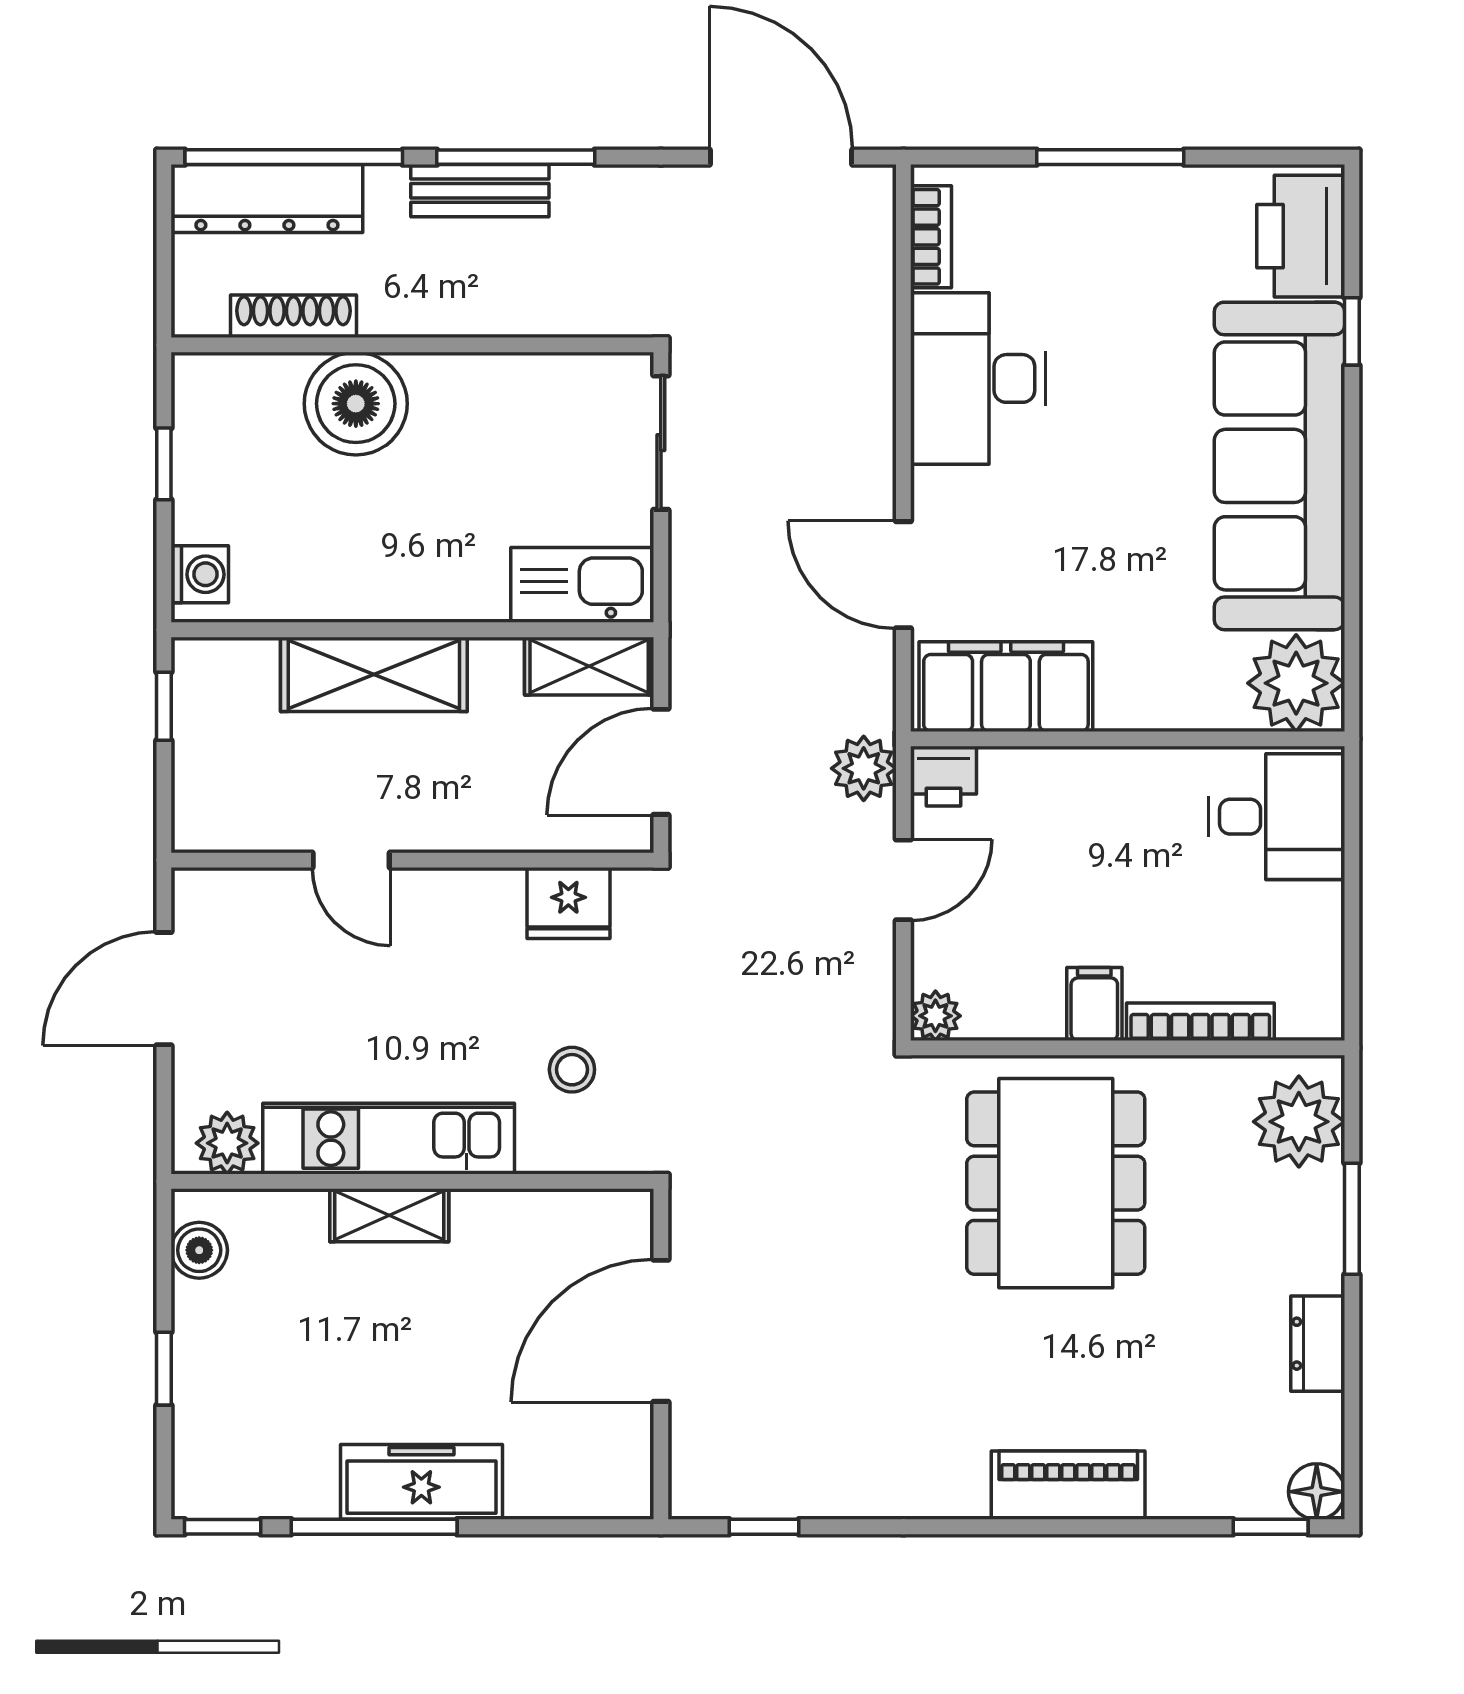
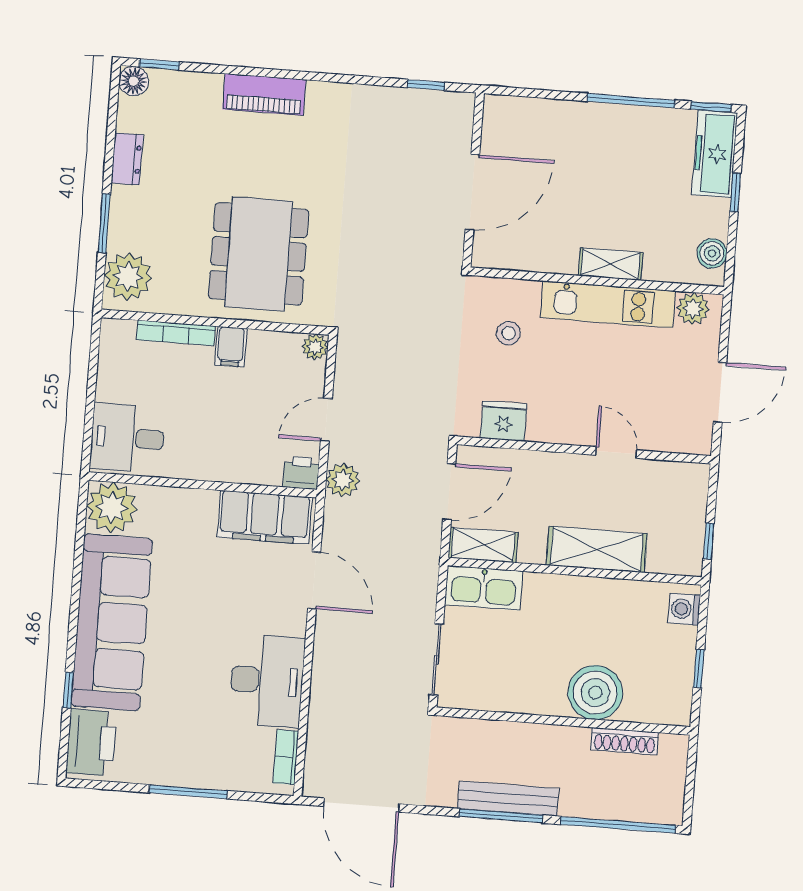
bench: (480, 191) -> (508, 799), width x1.36
dresser: (267, 198) -> (634, 804), removed
freezer: (421, 1482) -> (715, 154), moved, turned 90

